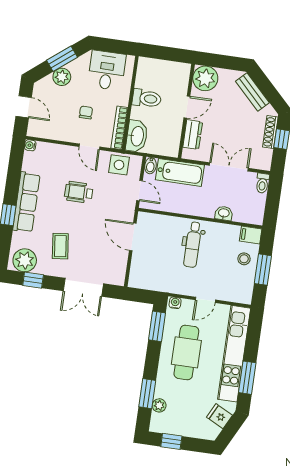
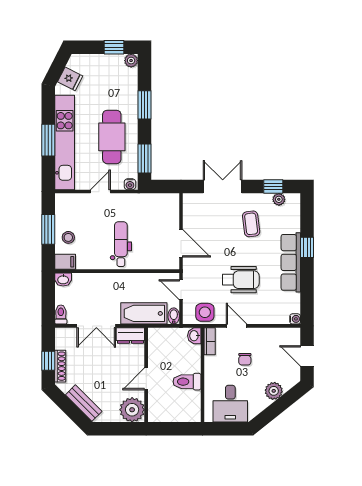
window: (62, 59) -> (276, 409), removed
bookcase: (119, 128) -> (210, 341), width x0.64
dresser: (193, 135) -> (130, 335), moved, turned -90
washbasin: (137, 136) -> (194, 336), width x0.52, depth x0.69
wheelchair: (79, 192) -> (241, 280), width x1.36, depth x1.37
washbasin: (224, 213) -> (63, 279), moved
plant: (25, 260) -> (279, 199), width x0.53, depth x0.53
window: (247, 378) -> (48, 140), moved
window: (147, 394) -> (144, 105), moved
plant: (159, 405) -> (131, 61), moved

